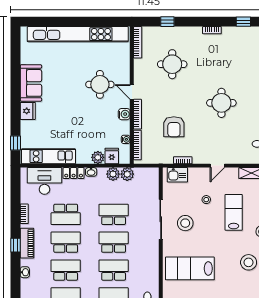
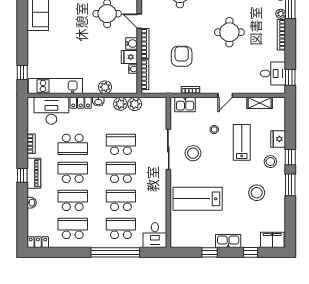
fridge: (28, 111) -> (35, 40), removed
armchair: (174, 127) -> (182, 56), turned 180
fridge: (112, 156) -> (129, 57), moved, turned -90

